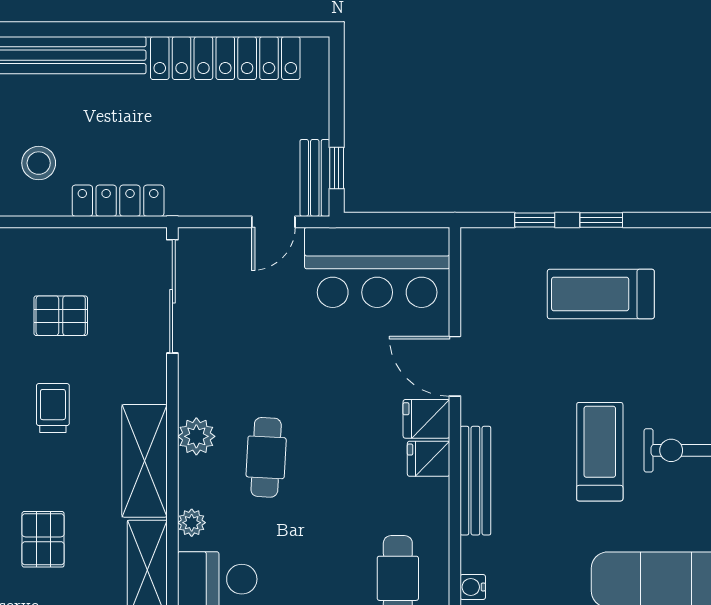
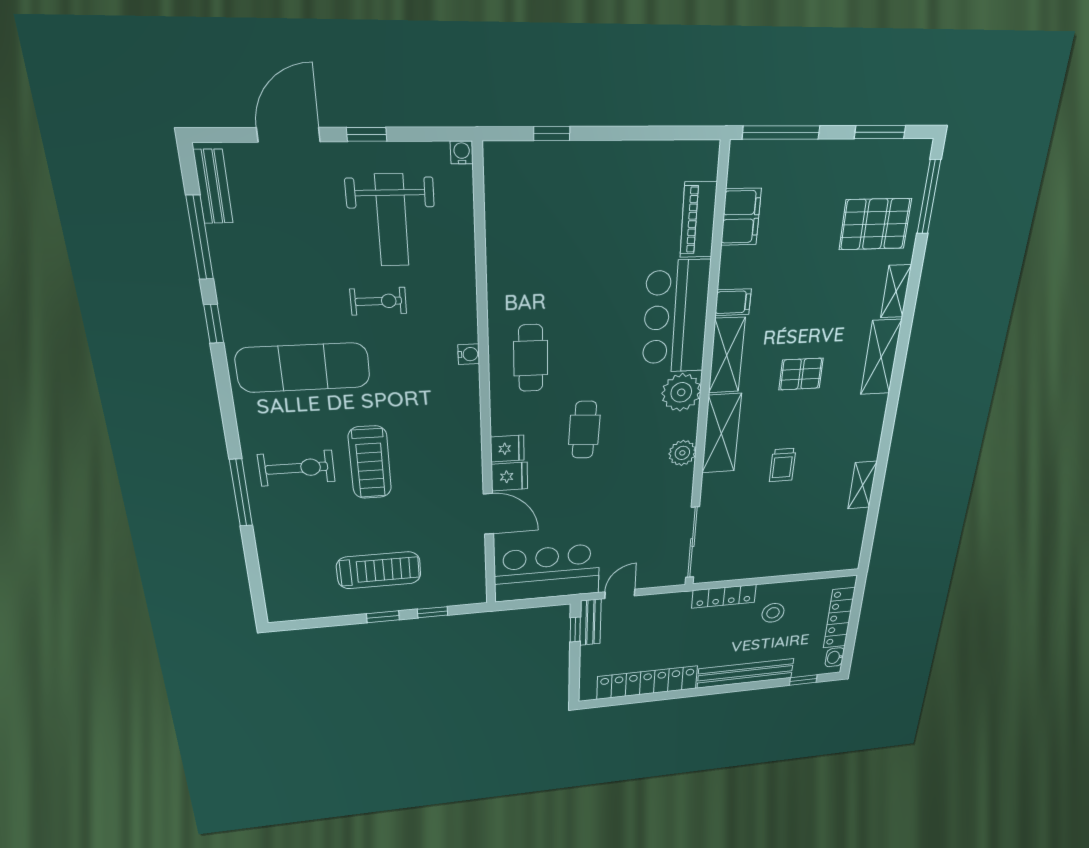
pallet: (61, 316) -> (770, 524), removed
cafe table: (266, 457) -> (584, 430), moved
bench: (475, 481) -> (470, 435), removed
plant: (192, 523) -> (681, 392), width x1.87, depth x1.87
pallet: (43, 539) -> (801, 374), turned 90

